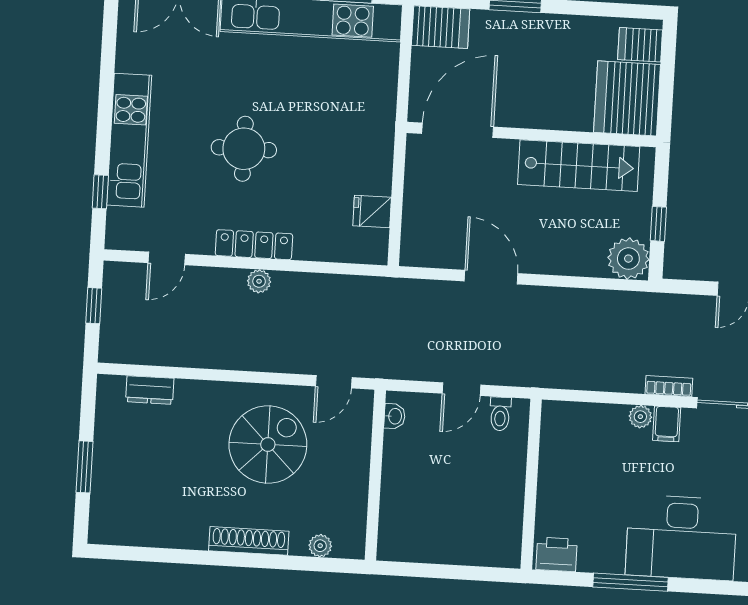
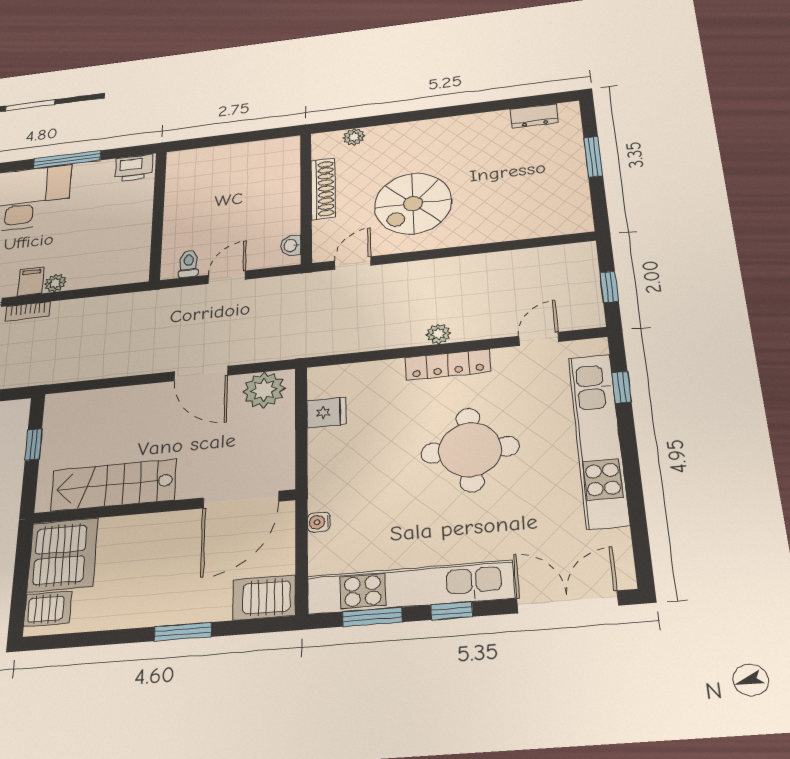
water cooler: (387, 95) -> (319, 522), added
kitchen unit: (129, 140) -> (598, 440), width x1.36
round table: (244, 149) -> (470, 450), width x1.36, depth x1.36
plant: (628, 259) -> (264, 390), moved
dresser: (150, 390) -> (534, 116), moved, turned 180
shoe rack: (249, 541) -> (323, 189), moved, turned -90

